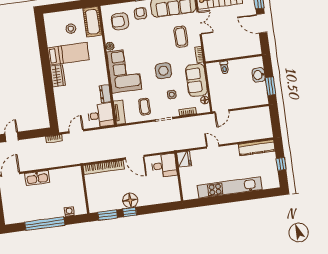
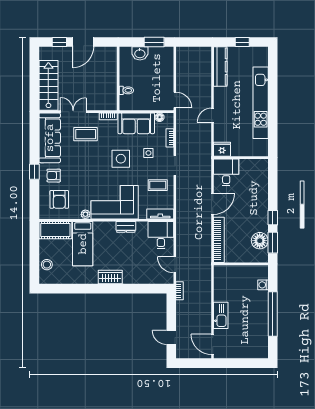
stool: (71, 29) -> (47, 265), moved
bed: (68, 54) -> (83, 244), moved, turned 180
dresser: (105, 94) -> (126, 227), moved
floor lamp: (130, 200) -> (260, 241), moved

